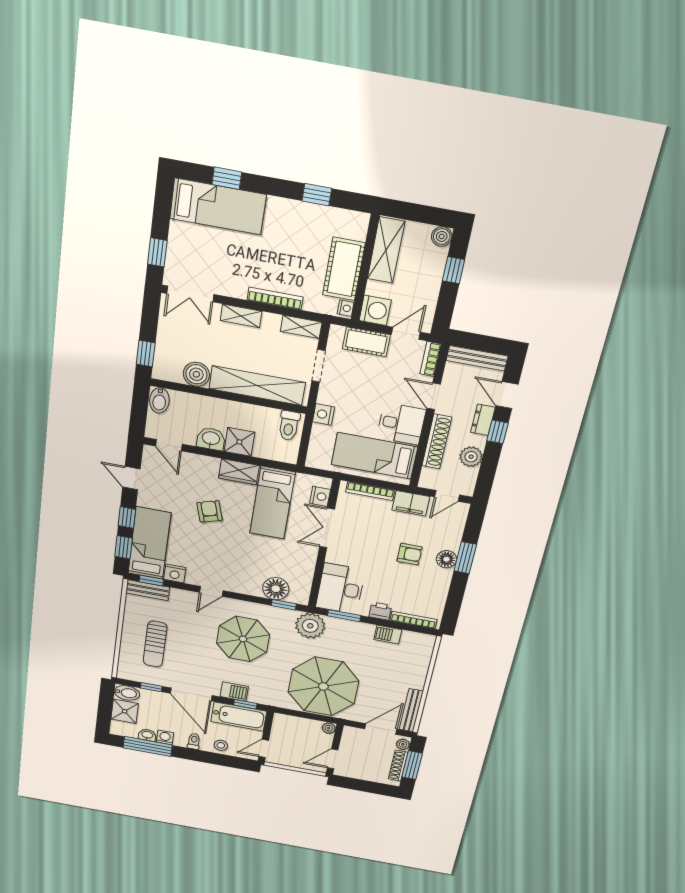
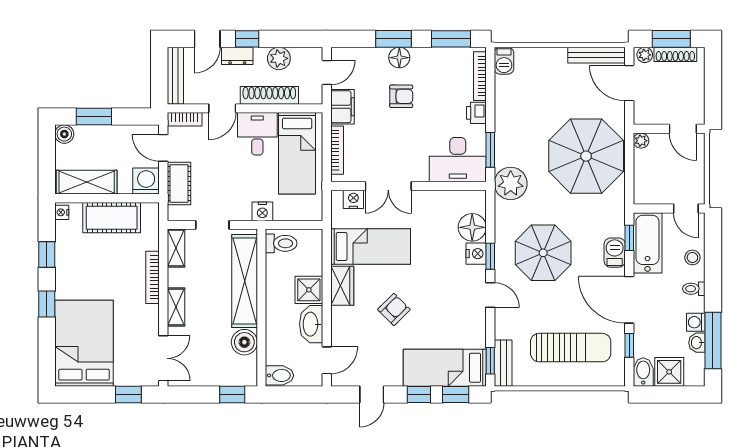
window: (227, 178) -> (47, 304), moved
bed: (218, 207) -> (84, 343), width x1.50
window: (453, 270) -> (94, 117), width x1.50
nightstand: (346, 308) -> (62, 212), moved, turned -90
washbasin: (211, 439) -> (311, 324), width x1.38
door: (447, 496) -> (327, 73), hinge flipped
armchair: (210, 511) -> (394, 309), turned 152
armchair: (410, 554) -> (401, 96), turned 90
nightstand: (175, 573) -> (476, 254), moved
window: (453, 604) -> (451, 39), added
window: (284, 605) -> (490, 256), moved
barbecue: (388, 635) -> (504, 61), moved
sun lounger: (155, 644) -> (571, 348), width x1.36, depth x1.34
door: (191, 694) -> (629, 300), swing flipped

